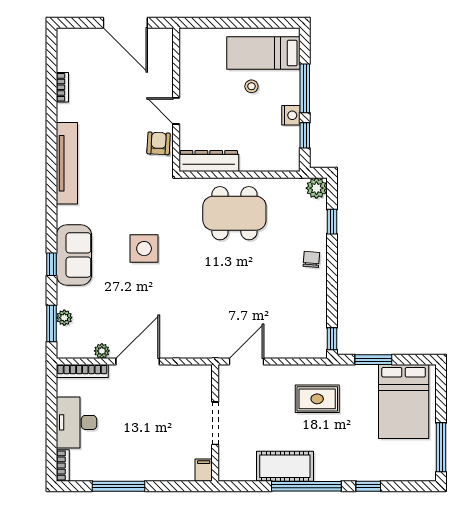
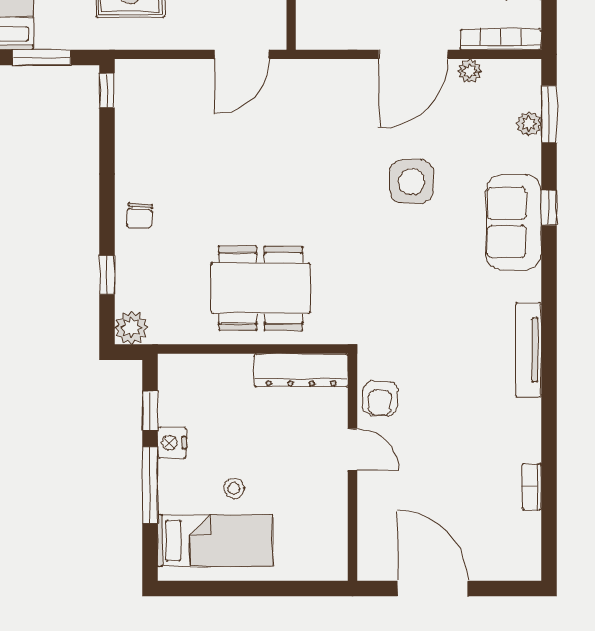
tv unit: (67, 163) -> (528, 350), width x0.73, depth x0.78
side table: (144, 249) -> (411, 181), moved

